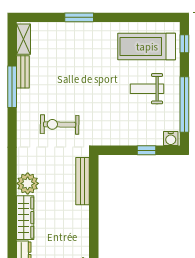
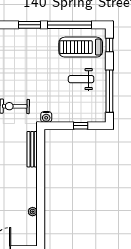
window: (132, 17) -> (69, 25), added
water cooler: (171, 139) -> (46, 117), moved

